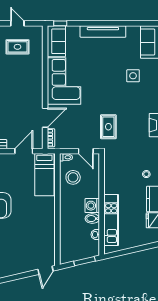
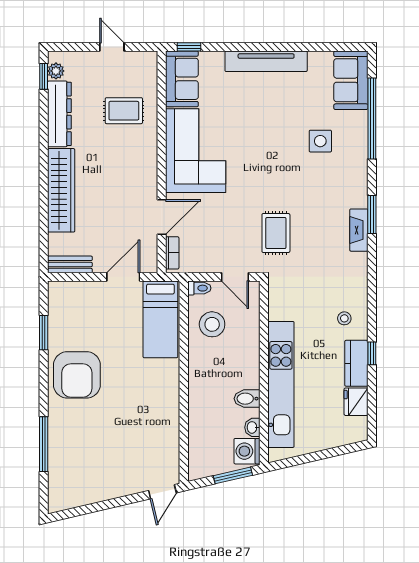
rug: (17, 47) -> (124, 111), moved
washing machine: (92, 206) -> (247, 451), moved
kitchen unit: (111, 220) -> (281, 384), width x1.36

